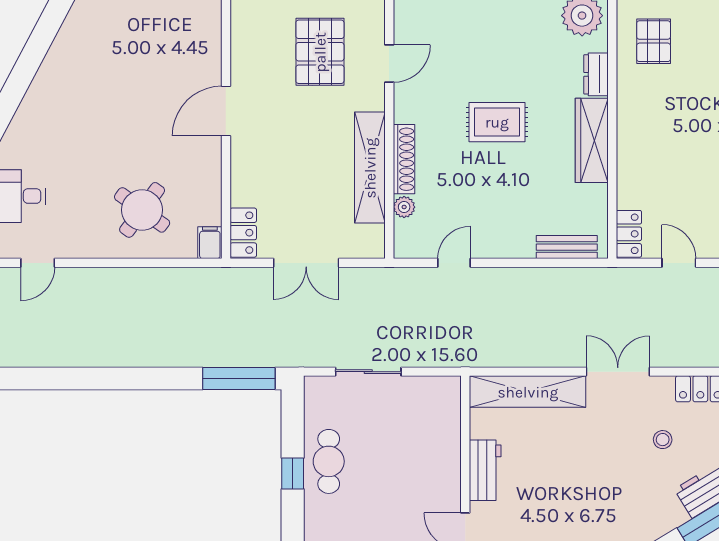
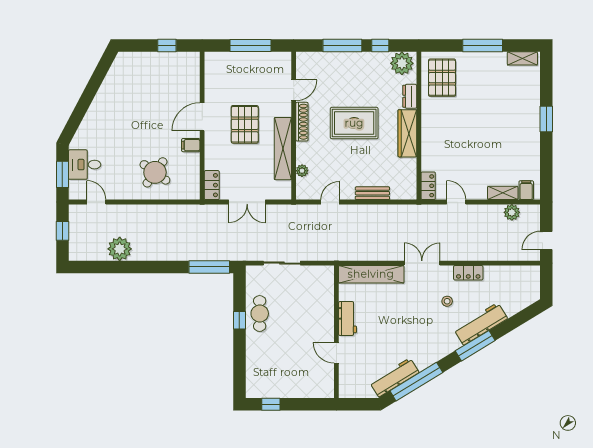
pallet: (654, 41) -> (442, 78), width x1.50, depth x1.42
pallet: (320, 52) -> (245, 124), moved
rug: (497, 122) -> (354, 123), width x1.36, depth x1.43
shoe rack: (404, 159) -> (302, 122), moved
filing cabinet: (210, 243) -> (191, 145), moved, turned -90
bench: (567, 247) -> (372, 193), moved
door: (38, 263) -> (96, 202), swing flipped
plant: (79, 346) -> (120, 249), added

